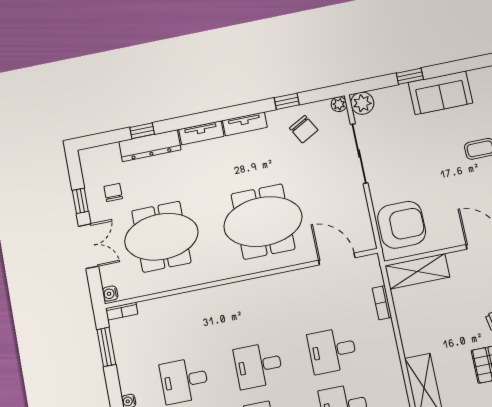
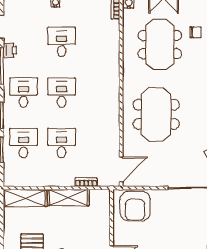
chair: (113, 192) -> (196, 32), moved
door: (337, 259) -> (121, 169), moved
shelving: (417, 271) -> (68, 198), moved, turned 90

